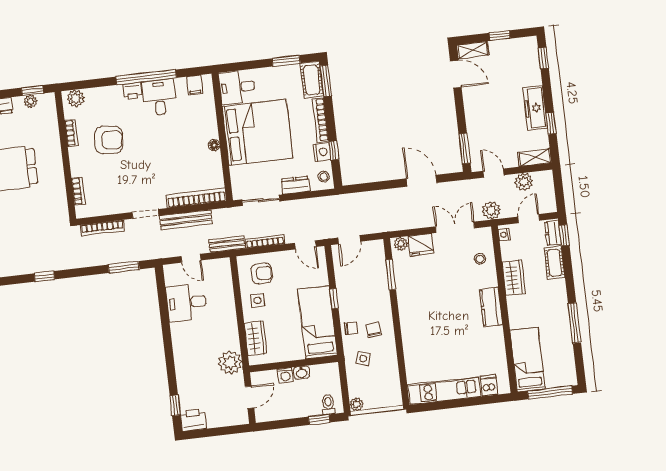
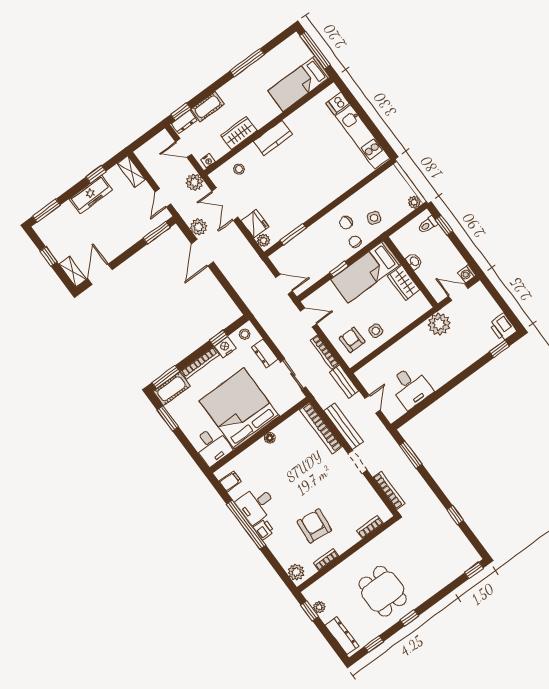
window: (543, 58) -> (46, 211), width x1.50
plant: (524, 182) -> (199, 227), moved
door: (305, 245) -> (308, 317), hinge flipped
wardrobe: (255, 338) -> (404, 283), moved, turned -90
washing machine: (285, 375) -> (467, 274), moved, turned 180

